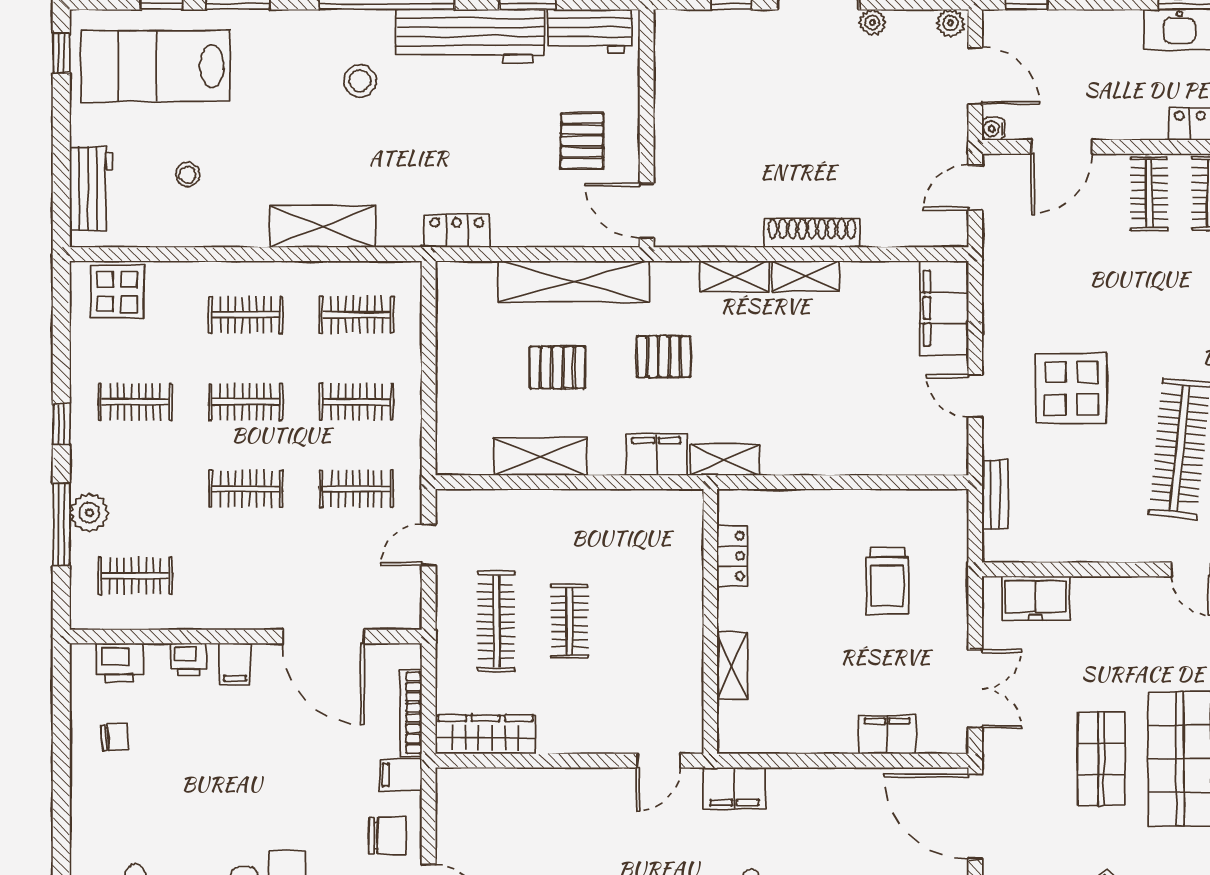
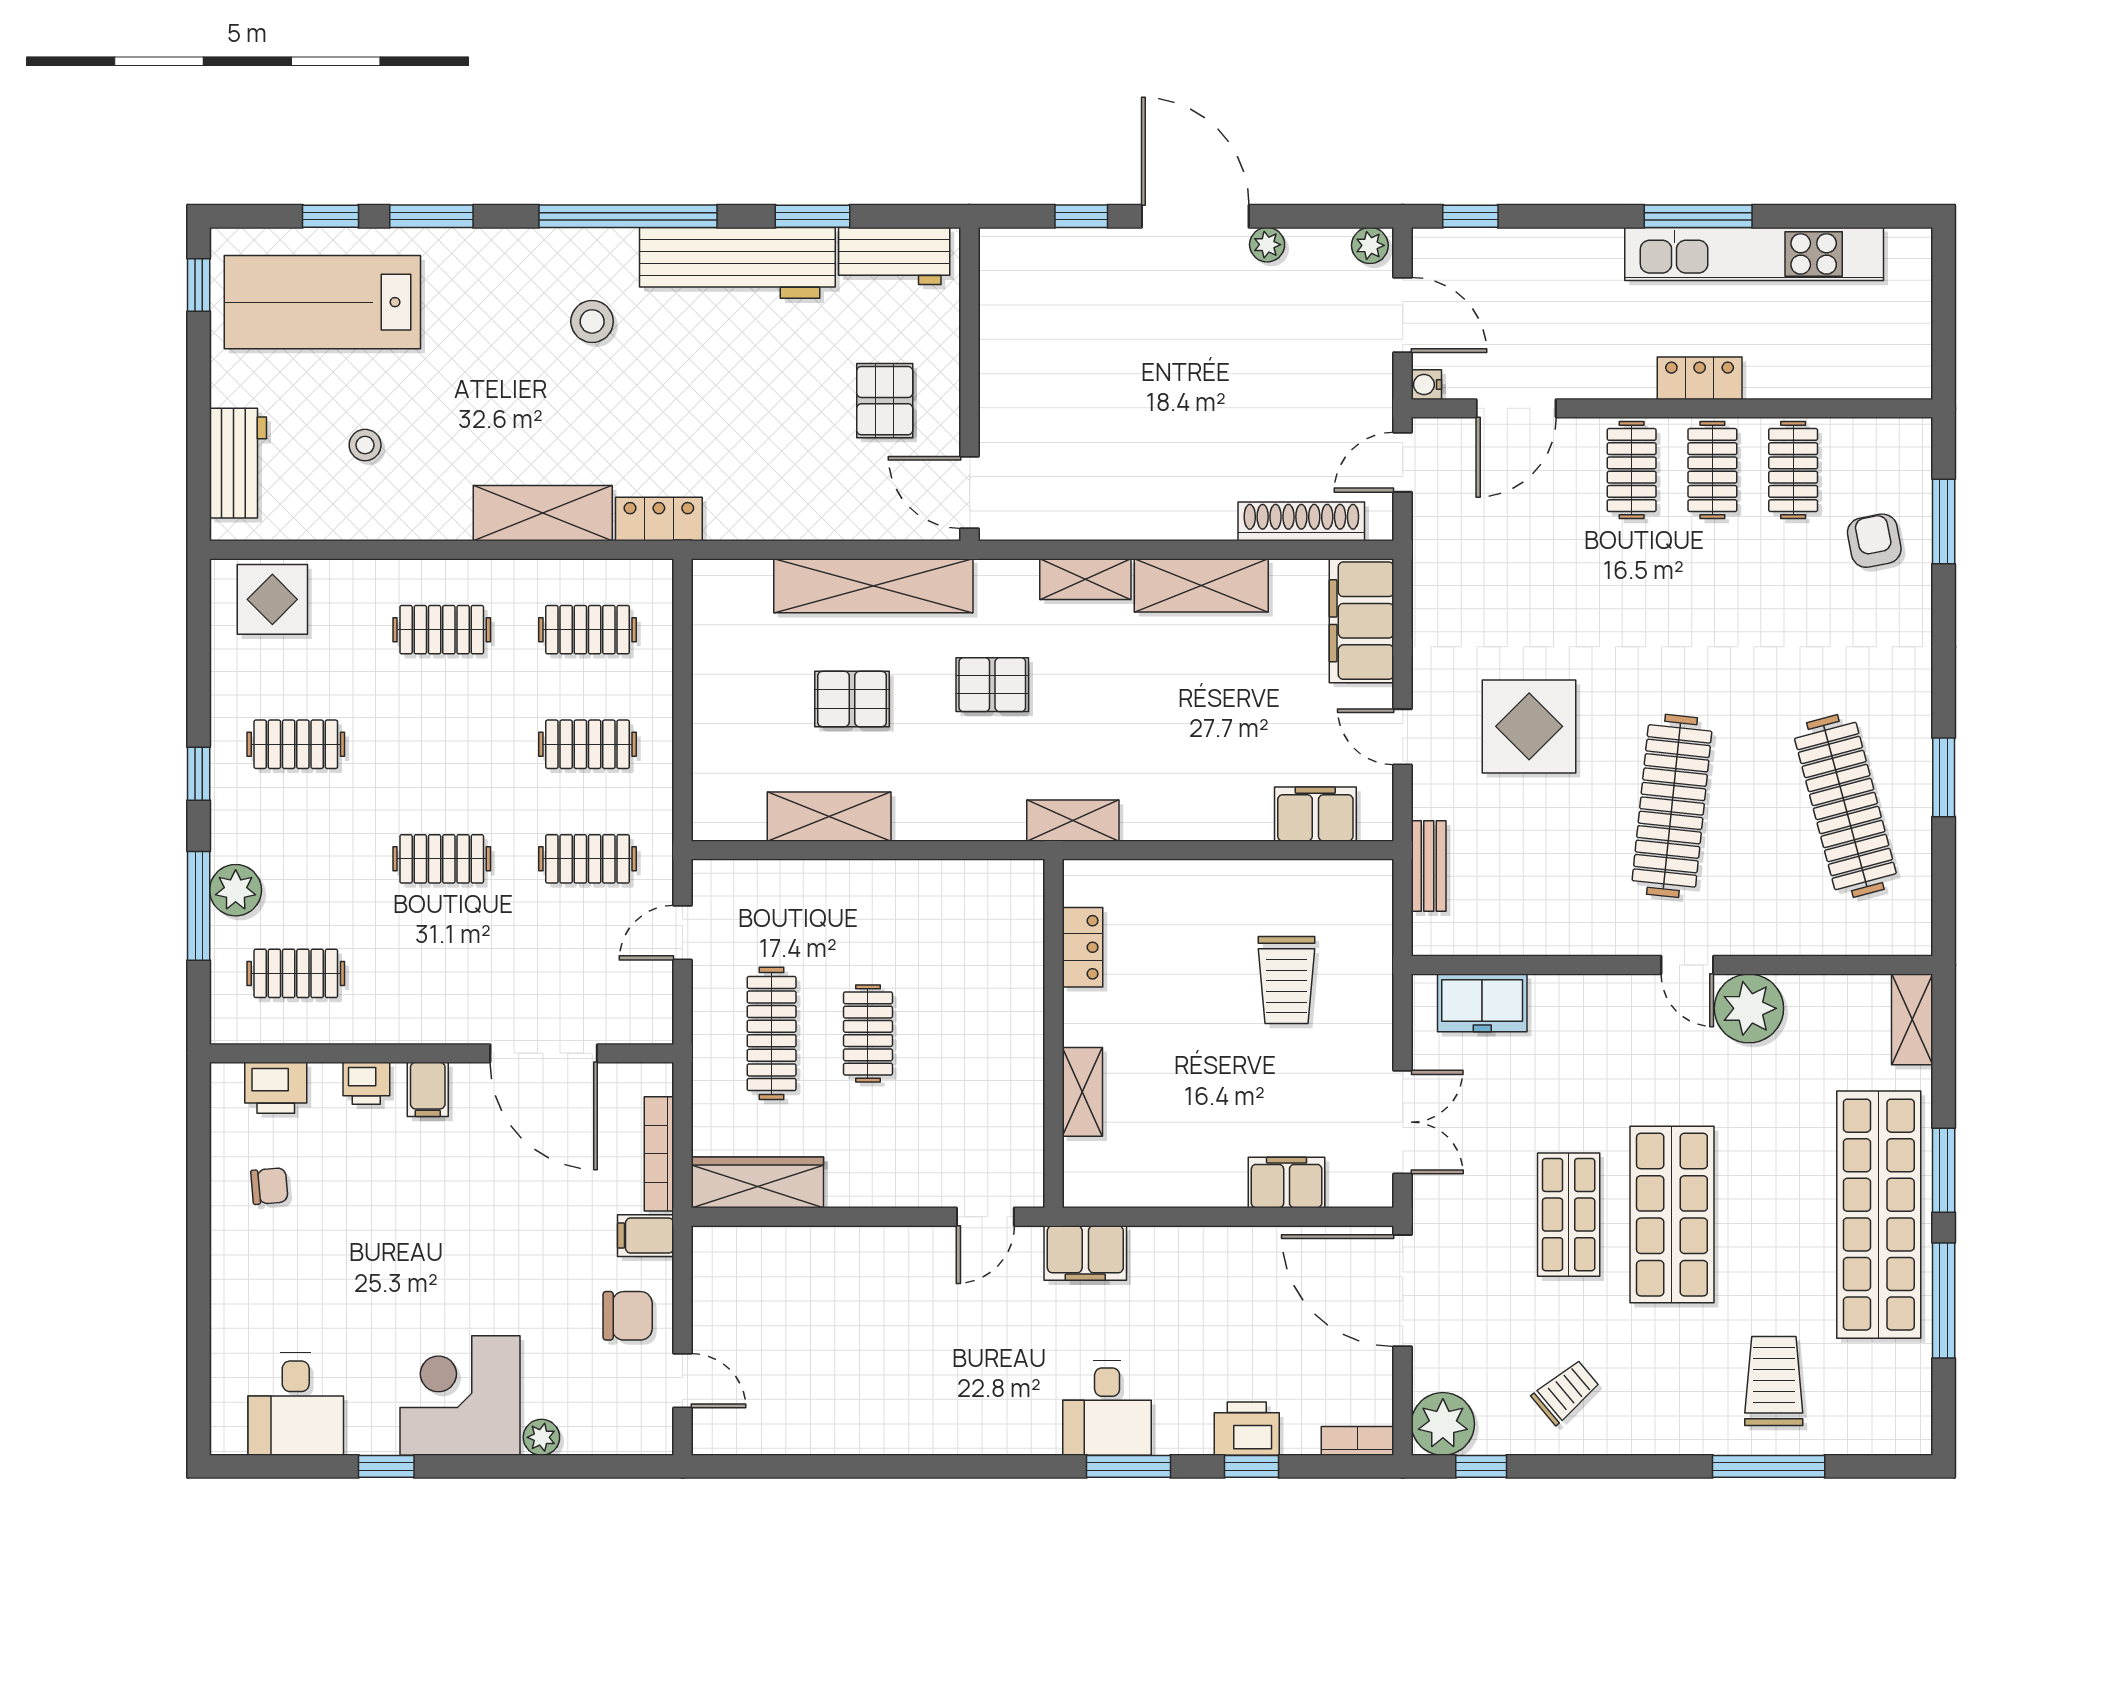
locker: (457, 231) -> (659, 519), moved
shoe rack: (812, 233) -> (1301, 521), moved
shelving: (806, 276) -> (1201, 585), width x1.50, depth x1.33
clothes rail: (246, 402) -> (442, 744), removed
filing cabinet: (656, 455) -> (1315, 814), moved

